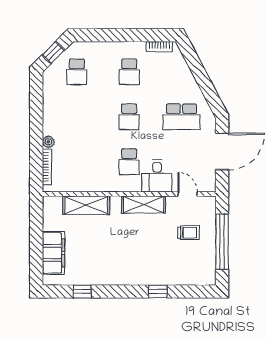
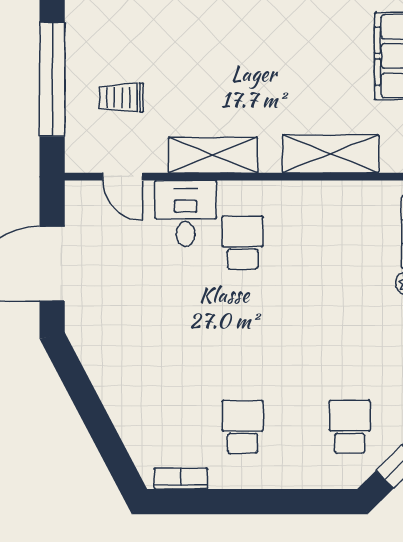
school desk: (129, 117) -> (243, 335), removed
school desk: (181, 117) -> (135, 335), removed

